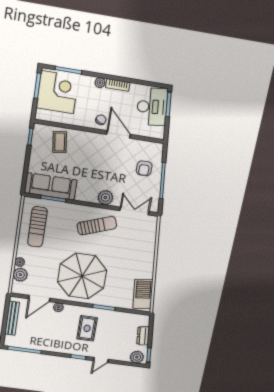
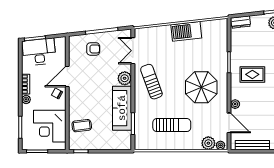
corner desk: (57, 92) -> (50, 126), moved, turned -90
sofa: (51, 186) -> (122, 108), moved
sun lounger: (37, 227) -> (172, 125), moved
plant: (20, 262) -> (221, 145), moved
parasol: (82, 276) -> (201, 87), width x0.73, depth x0.73
barbecue: (143, 294) -> (186, 31), moved
dresser: (143, 336) -> (241, 22), moved

